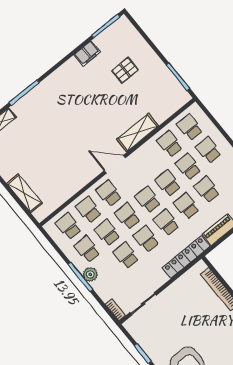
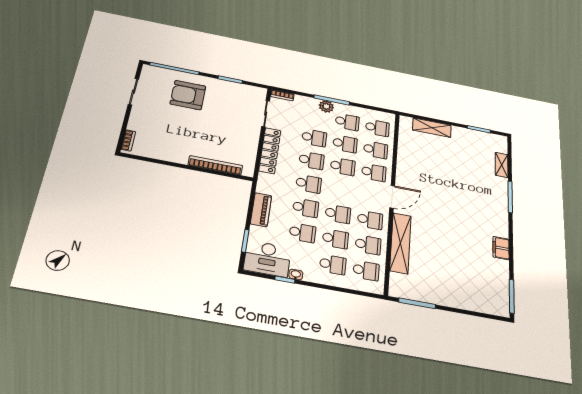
filing cabinet: (87, 53) -> (501, 248), moved
pallet: (125, 70) -> (461, 274), removed
shelving: (138, 133) -> (400, 243), width x1.47
school desk: (148, 200) -> (370, 220), moved
locker: (186, 257) -> (270, 151), moved

